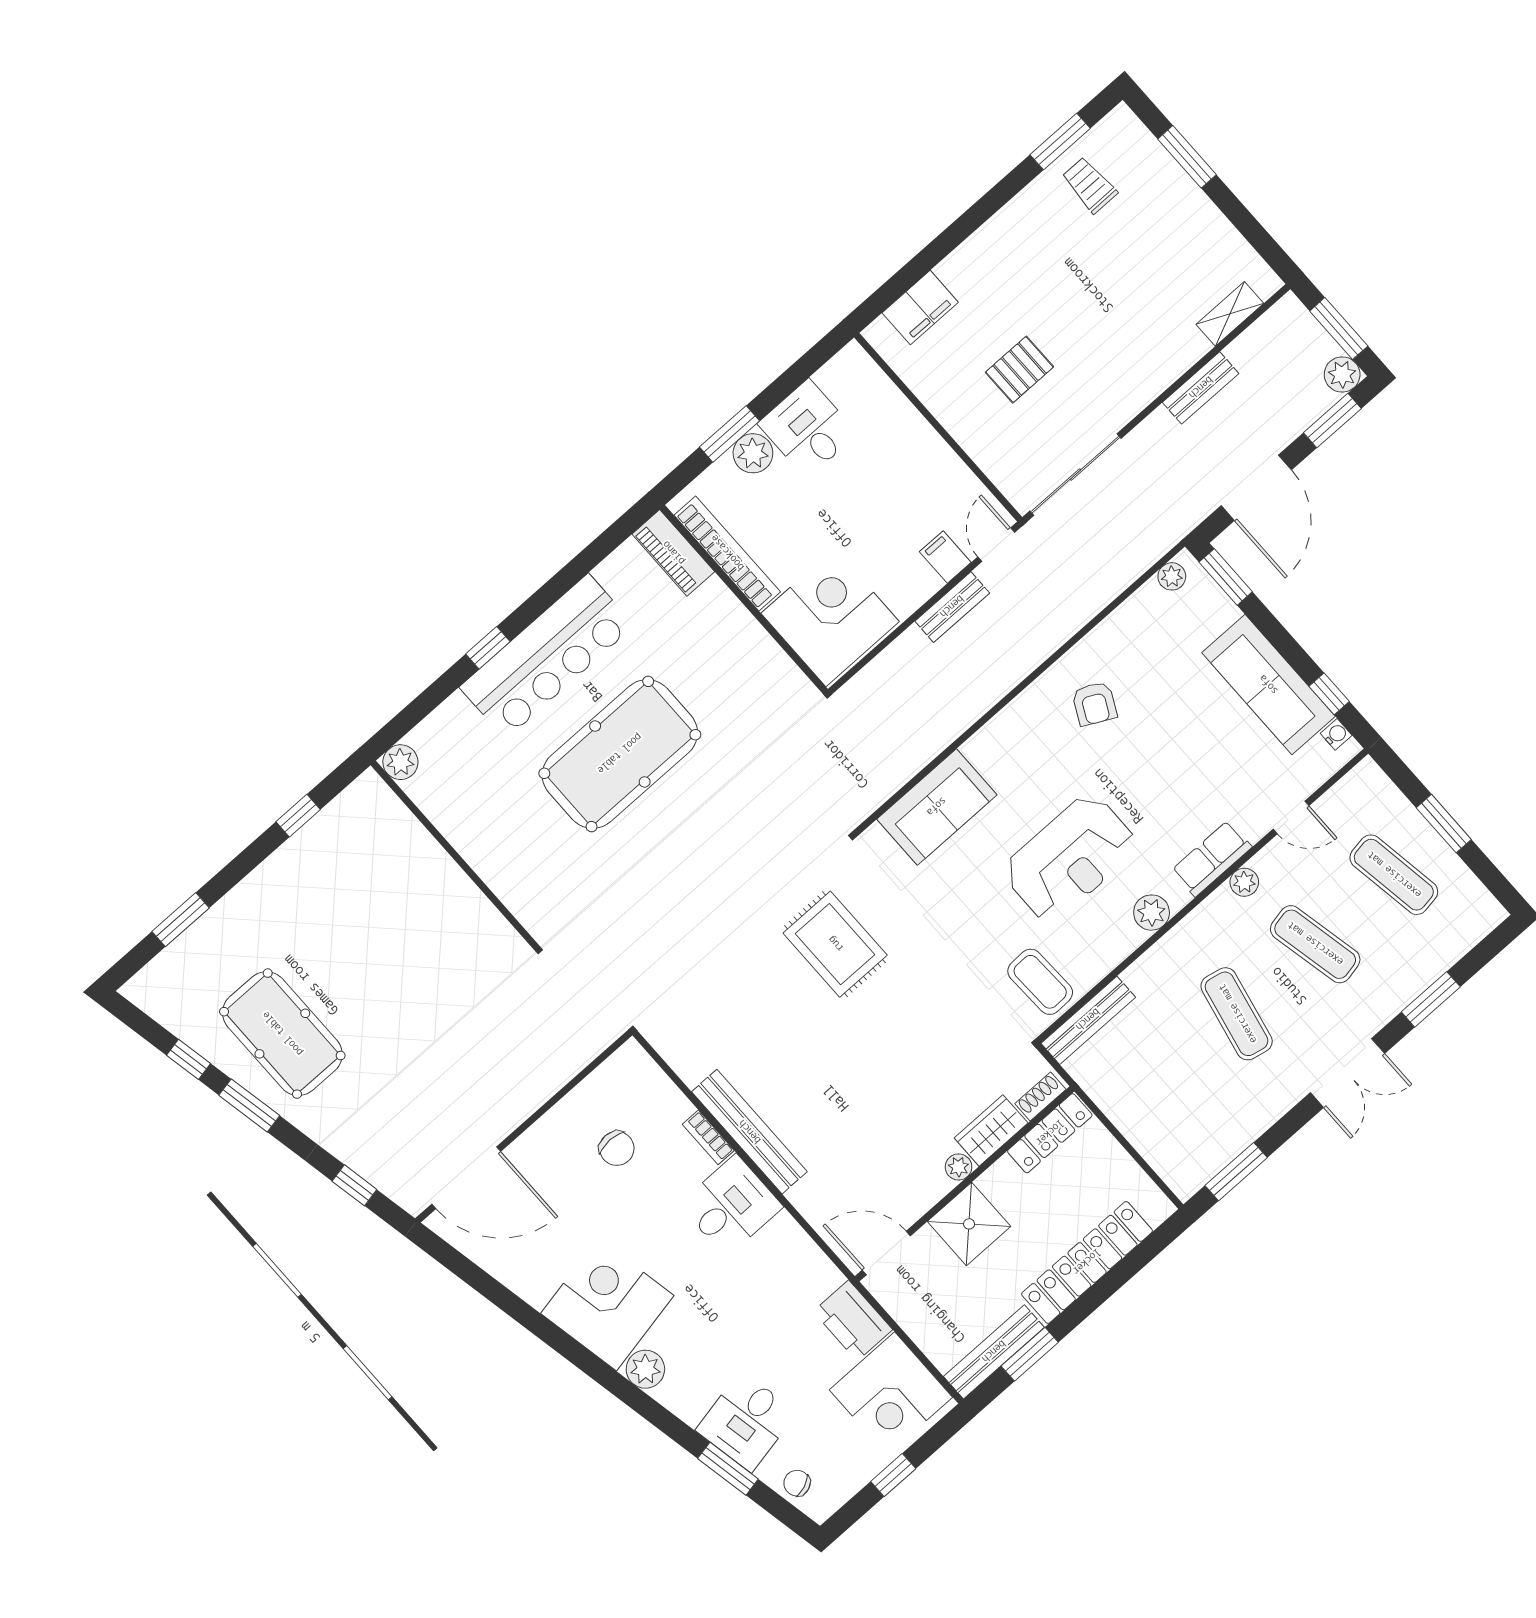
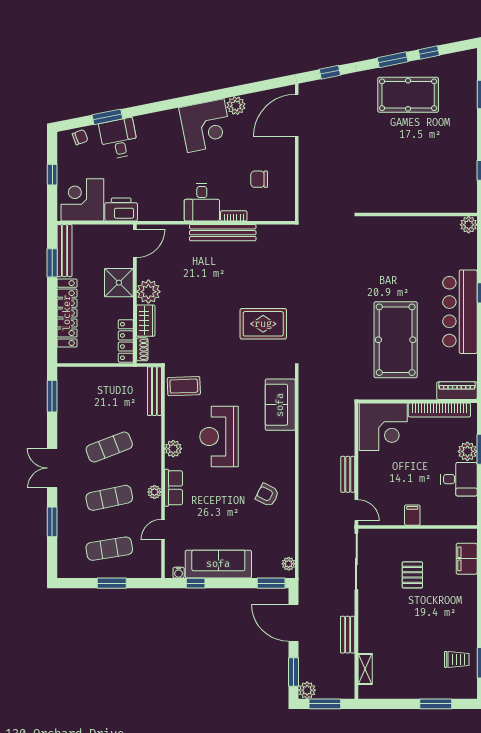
filing cabinet: (945, 557) -> (412, 515), moved, turned -90
pool table: (620, 754) -> (396, 340), moved
exercise mat: (1237, 1014) -> (109, 447), turned -33
plant: (959, 1167) -> (148, 292), width x1.88, depth x1.88
plant: (645, 1369) -> (236, 106), moved

